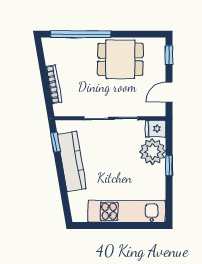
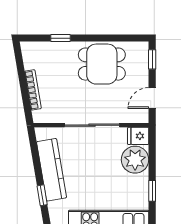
window: (80, 34) -> (60, 38), width x0.32
window: (55, 142) -> (42, 195), moved
window: (169, 166) -> (152, 191), moved

